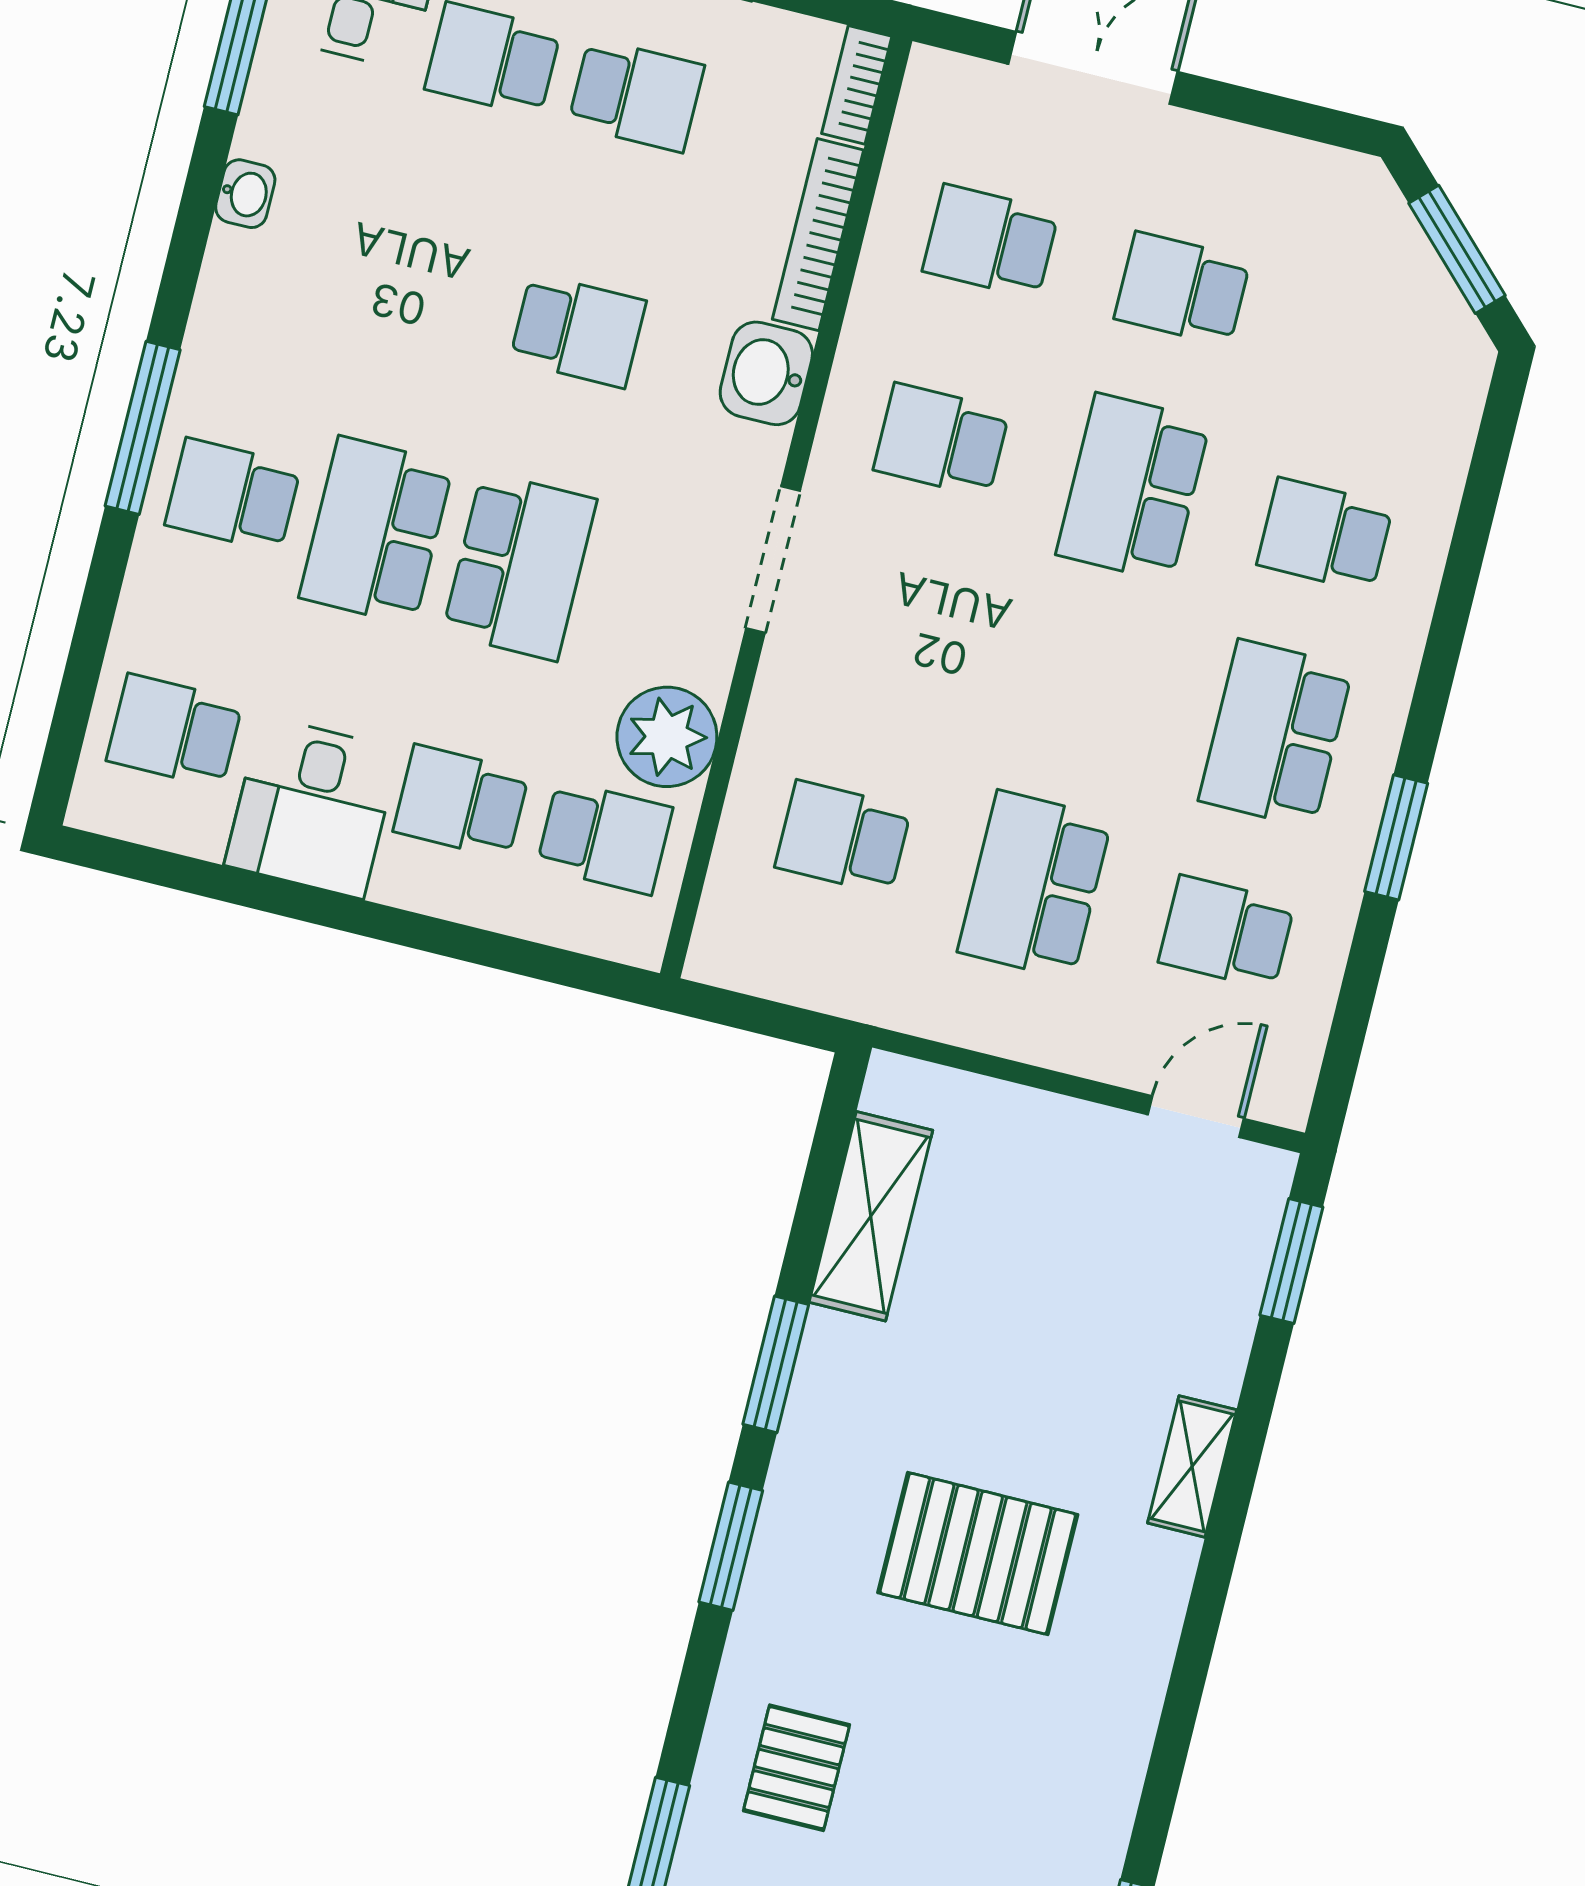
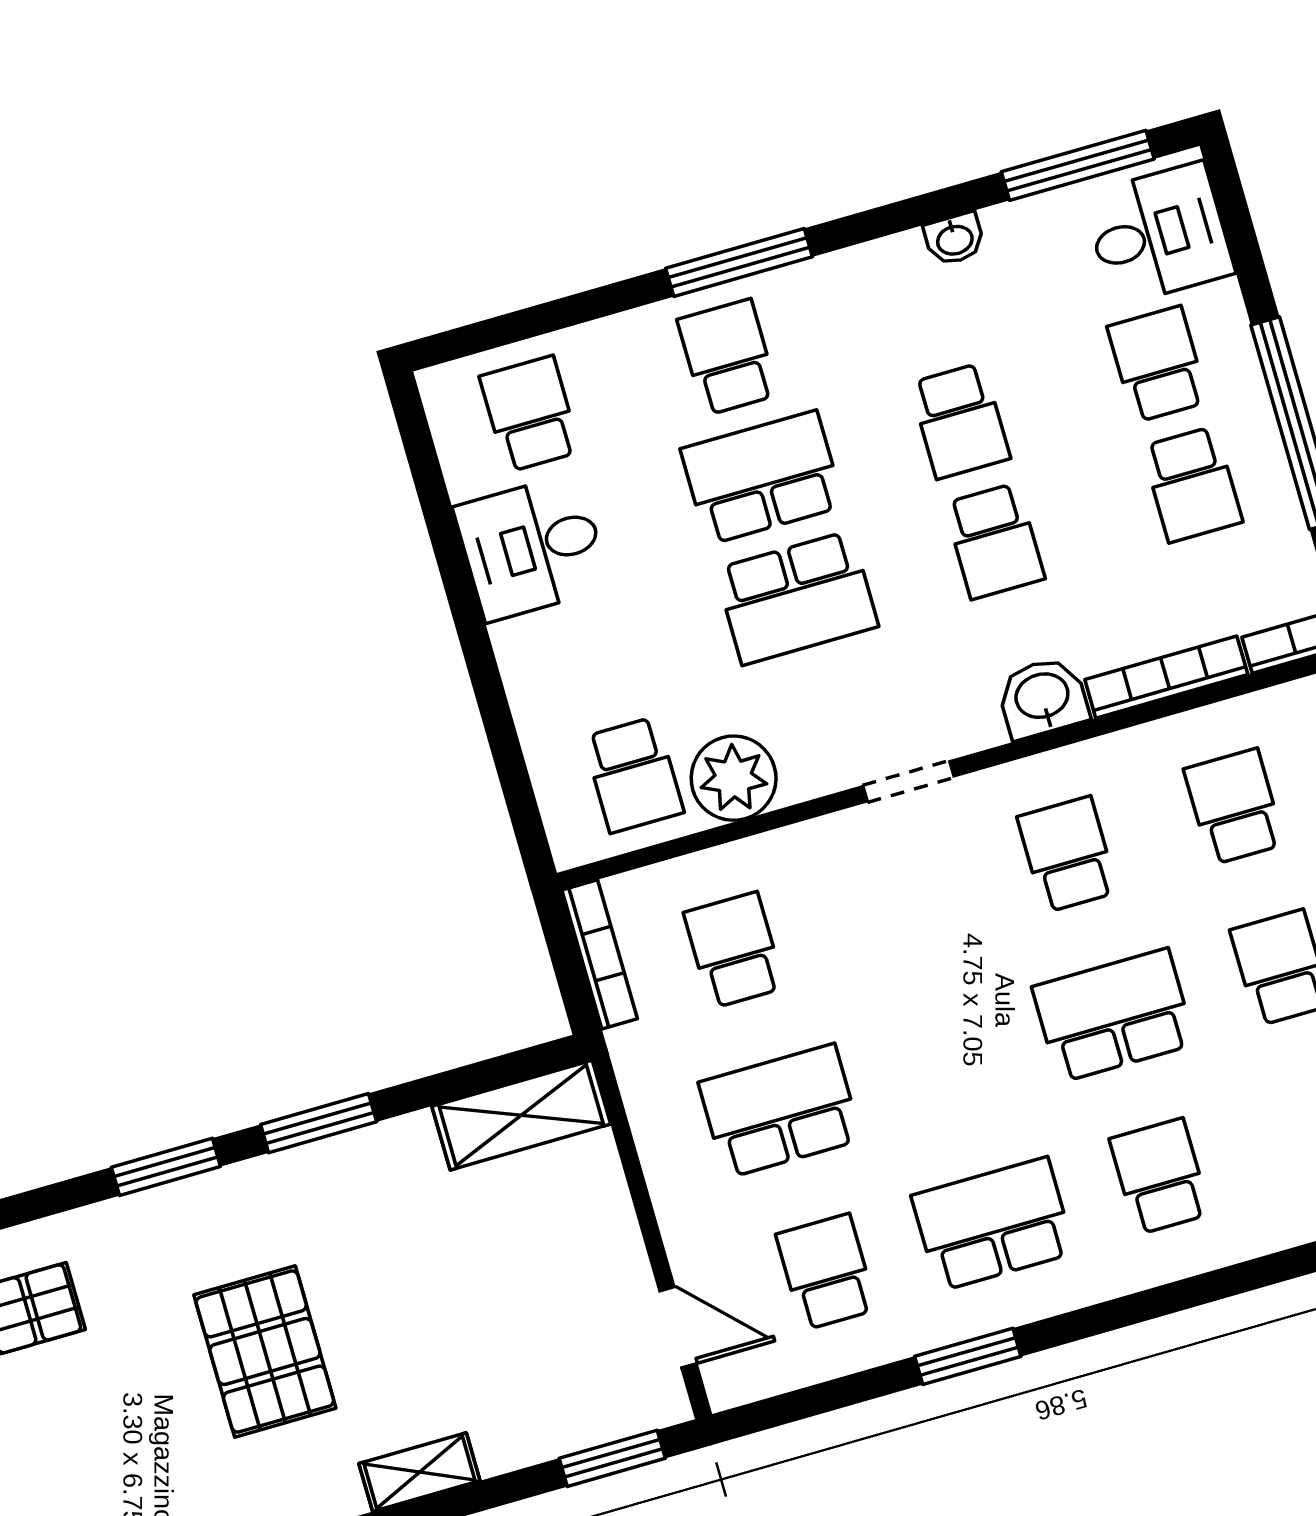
doorway: (773, 560) -> (909, 781), width x0.73
school desk: (461, 802) -> (960, 421), moved, turned 180
bookcase: (768, 978) -> (600, 954), added
shelving: (871, 1216) -> (521, 1115), moved

